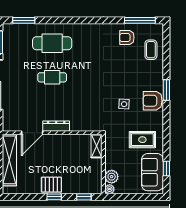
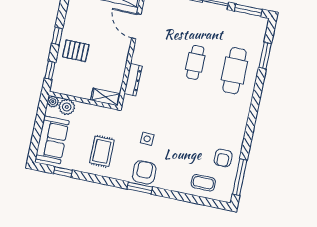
window: (24, 20) -> (265, 56), moved
armchair: (127, 37) -> (223, 158), turned 180
window: (166, 90) -> (140, 188), moved
dresser: (56, 126) -> (133, 80), moved
sofa: (152, 172) -> (52, 140), moved, turned 90
pallet: (51, 185) -> (76, 51), moved, turned 90

